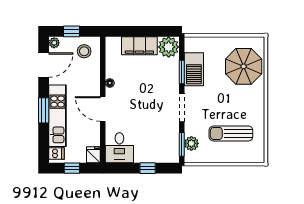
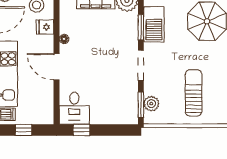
sun lounger: (231, 133) -> (194, 93), turned 90
fridge: (93, 155) -> (45, 27), moved, turned -90
window: (148, 168) -> (82, 130), moved

